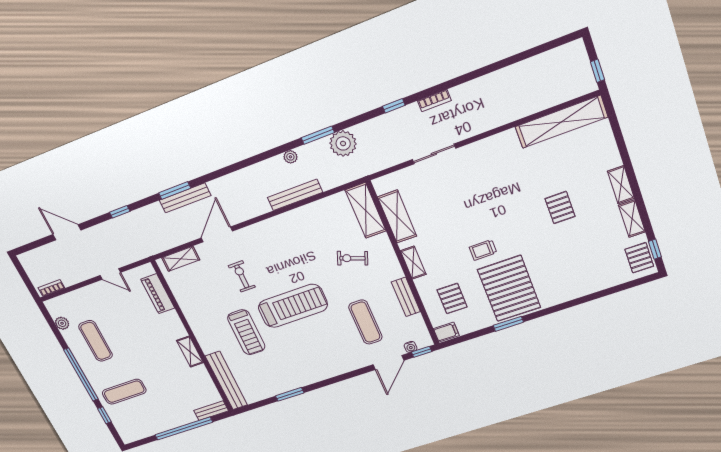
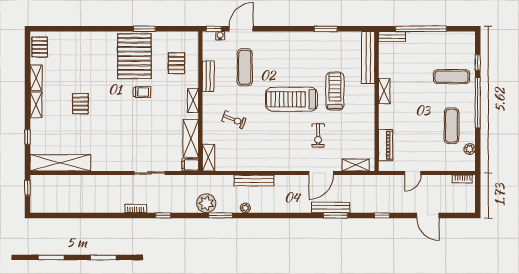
shelving: (366, 210) -> (208, 158), width x0.67, depth x0.75
window: (655, 249) -> (28, 137), moved
door: (110, 274) -> (413, 173), swing flipped
filing cabinet: (446, 332) -> (190, 165), moved

